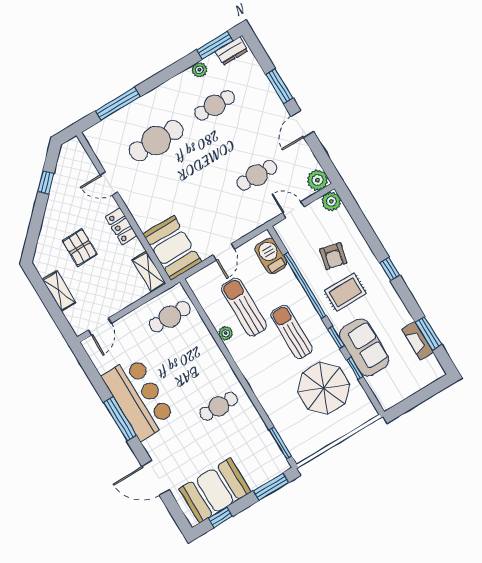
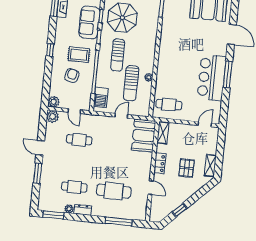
dresser: (232, 51) -> (83, 210), moved
door: (302, 124) -> (40, 148), swing flipped
shelving: (59, 291) -> (210, 166), moved
cafe table: (219, 406) -> (177, 46), removed

